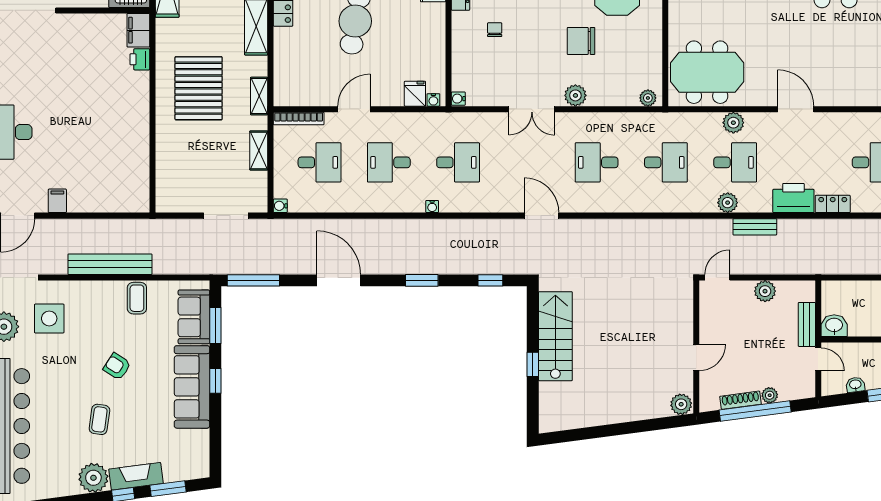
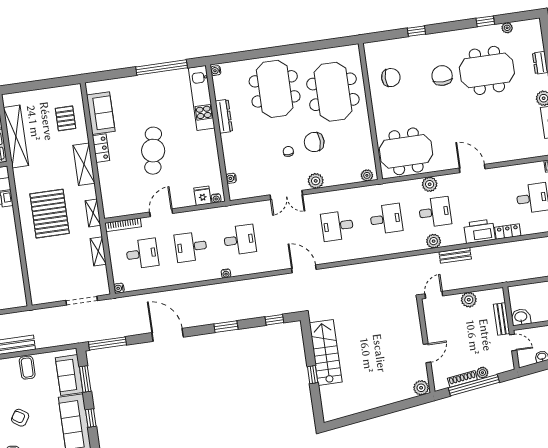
chair: (495, 30) -> (288, 151), moved
water cooler: (458, 99) -> (231, 178), moved

